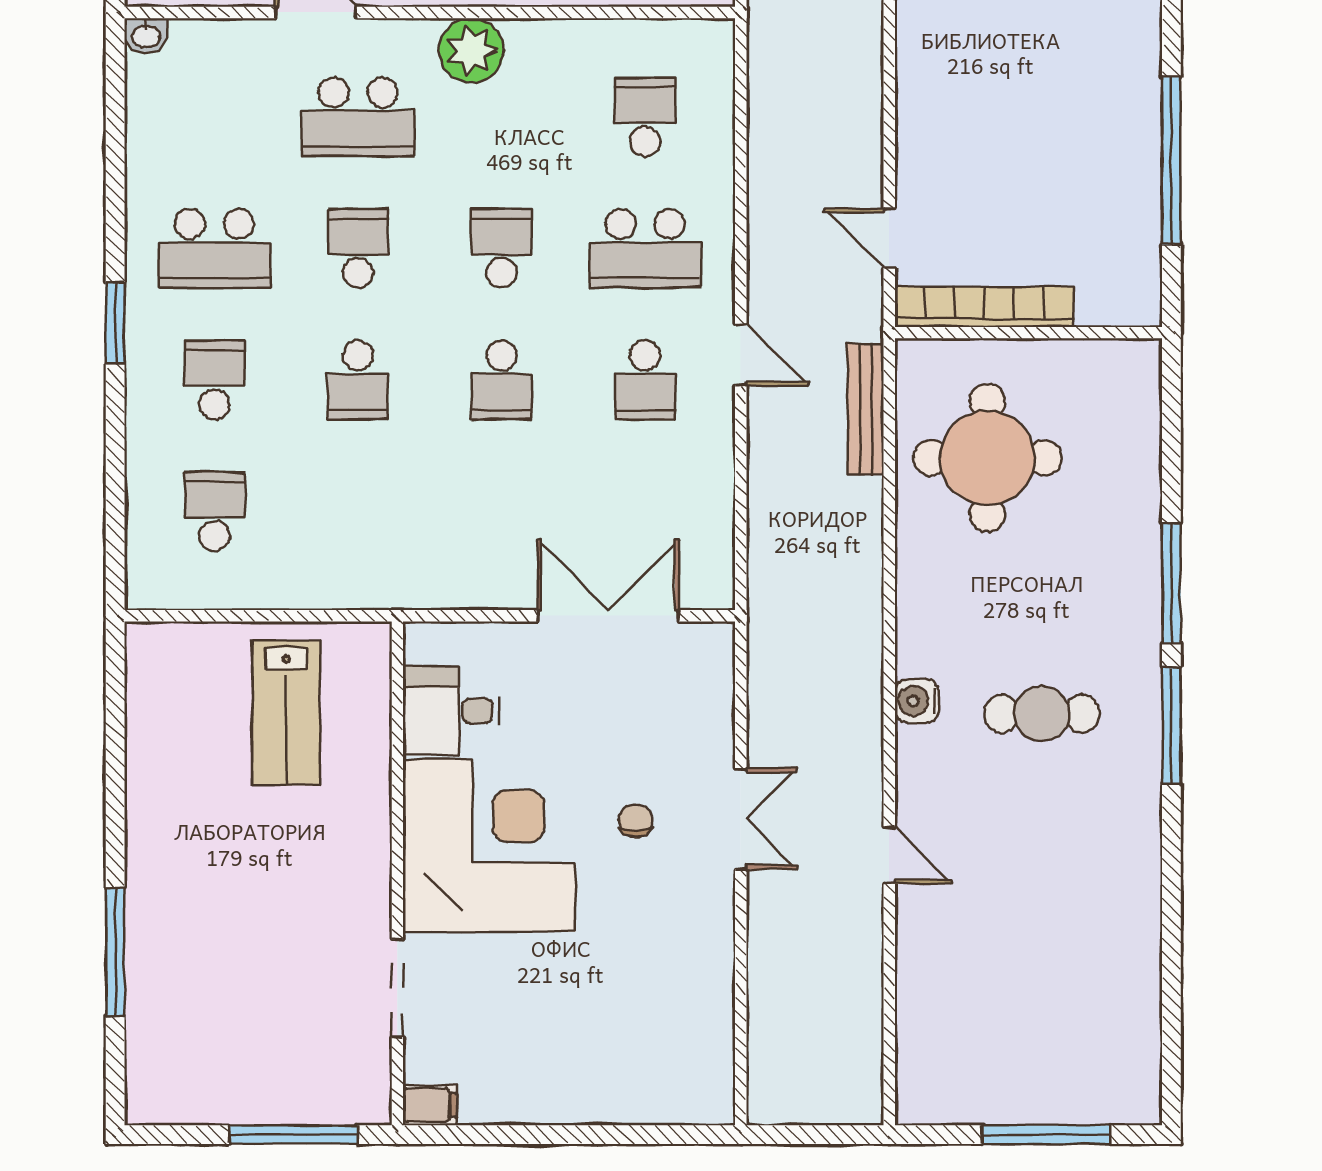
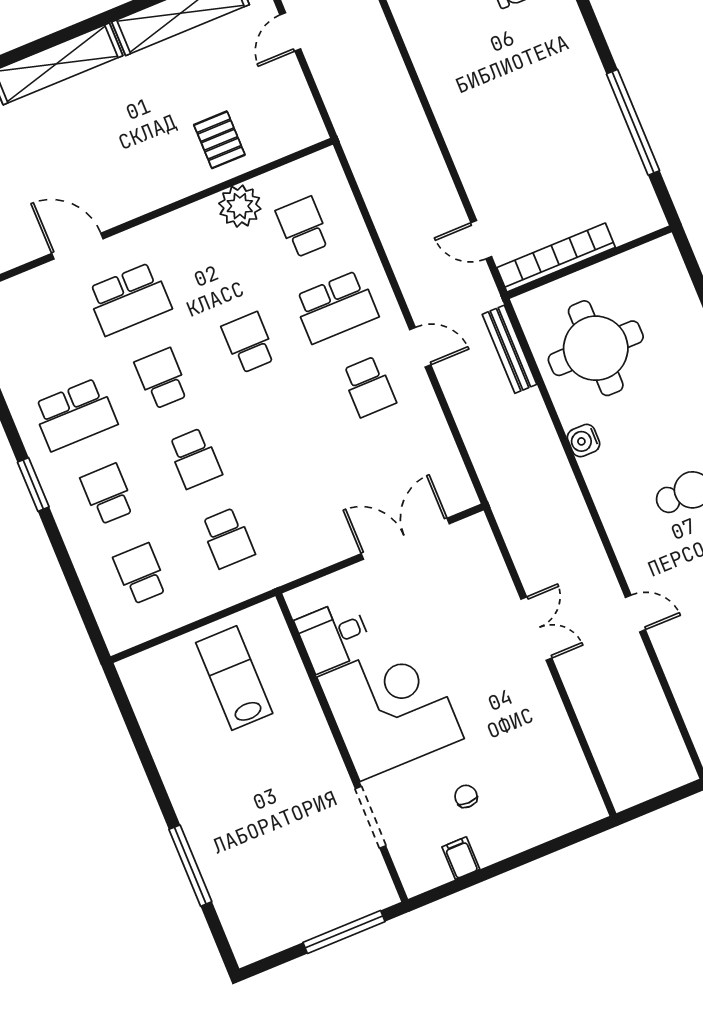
plant: (471, 50) -> (240, 206), moved
school desk: (502, 380) -> (228, 538), moved
water cooler: (917, 701) -> (584, 441), moved
lab bench: (286, 713) -> (234, 678), turned 180
chair: (636, 821) -> (466, 796), moved
filing cabinet: (430, 1105) -> (461, 858), moved, turned -90

